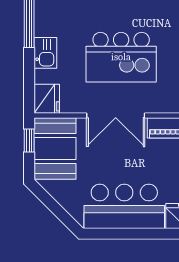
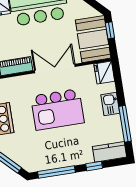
kitchen island: (121, 57) -> (58, 109), turned 180
window: (29, 140) -> (110, 30), moved

